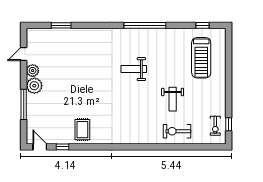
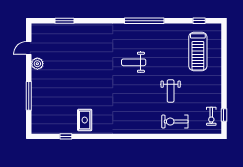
plant: (34, 86) -> (39, 78), removed
door: (40, 147) -> (44, 136), removed

